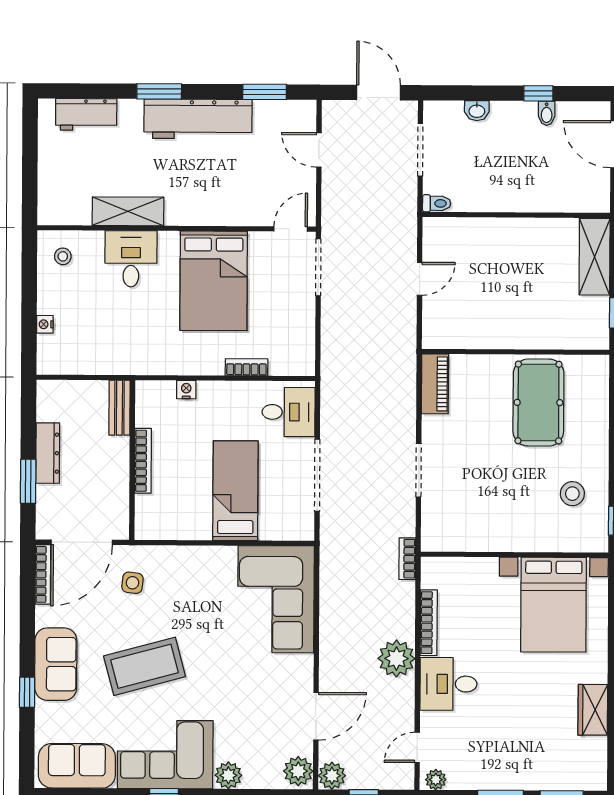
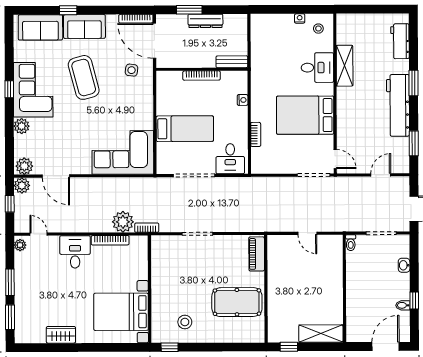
nightstand: (45, 324) -> (300, 18), moved
piano: (435, 384) -> (257, 254), moved, turned 90
plant: (396, 658) -> (123, 222), moved
sofa: (77, 766) -> (40, 27), moved, turned 90

